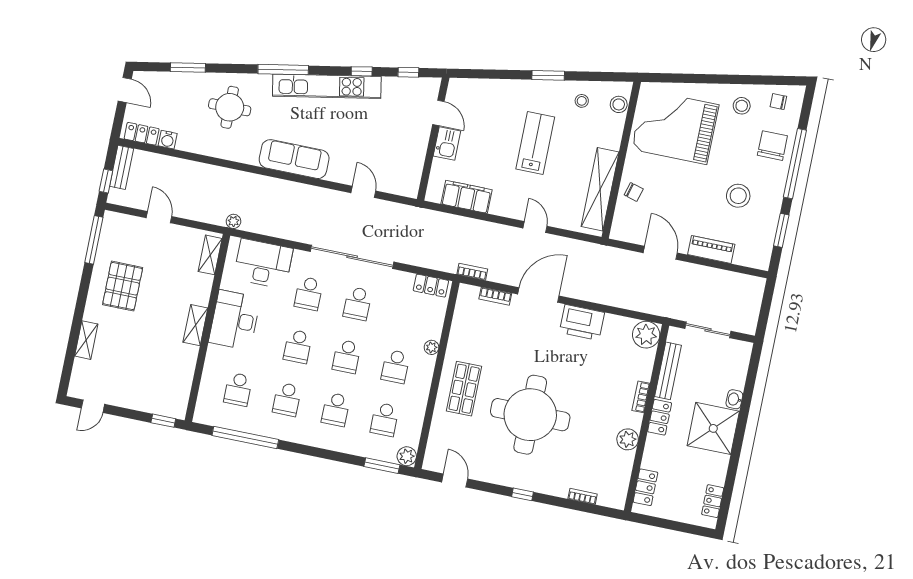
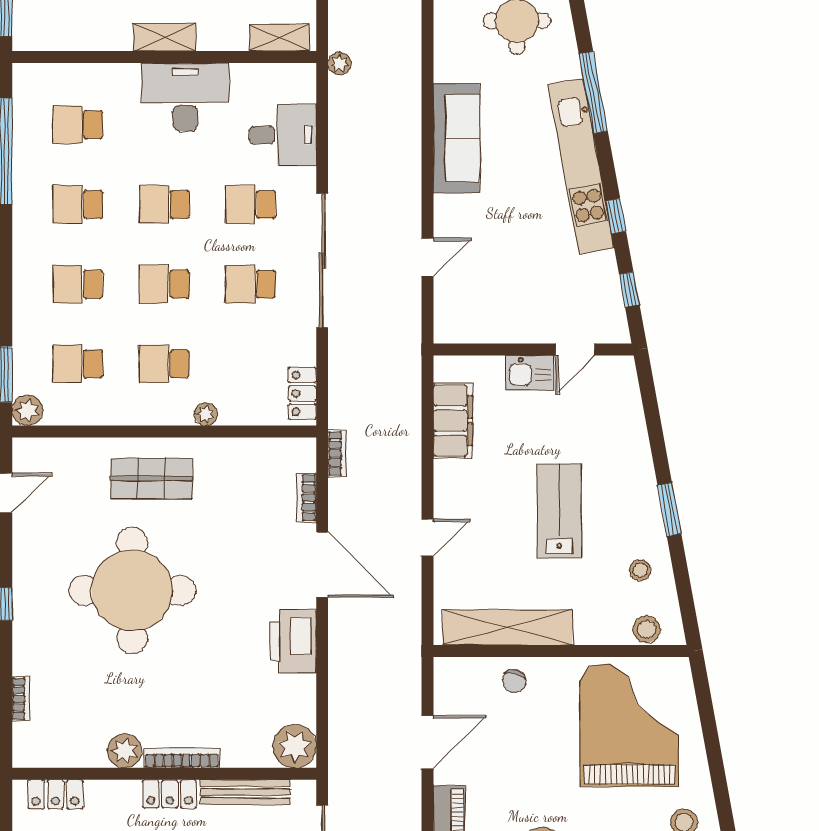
lab bench: (535, 143) -> (559, 511), turned -90
desk: (263, 264) -> (283, 135), width x0.73
bookcase: (641, 397) -> (182, 758), width x1.56

